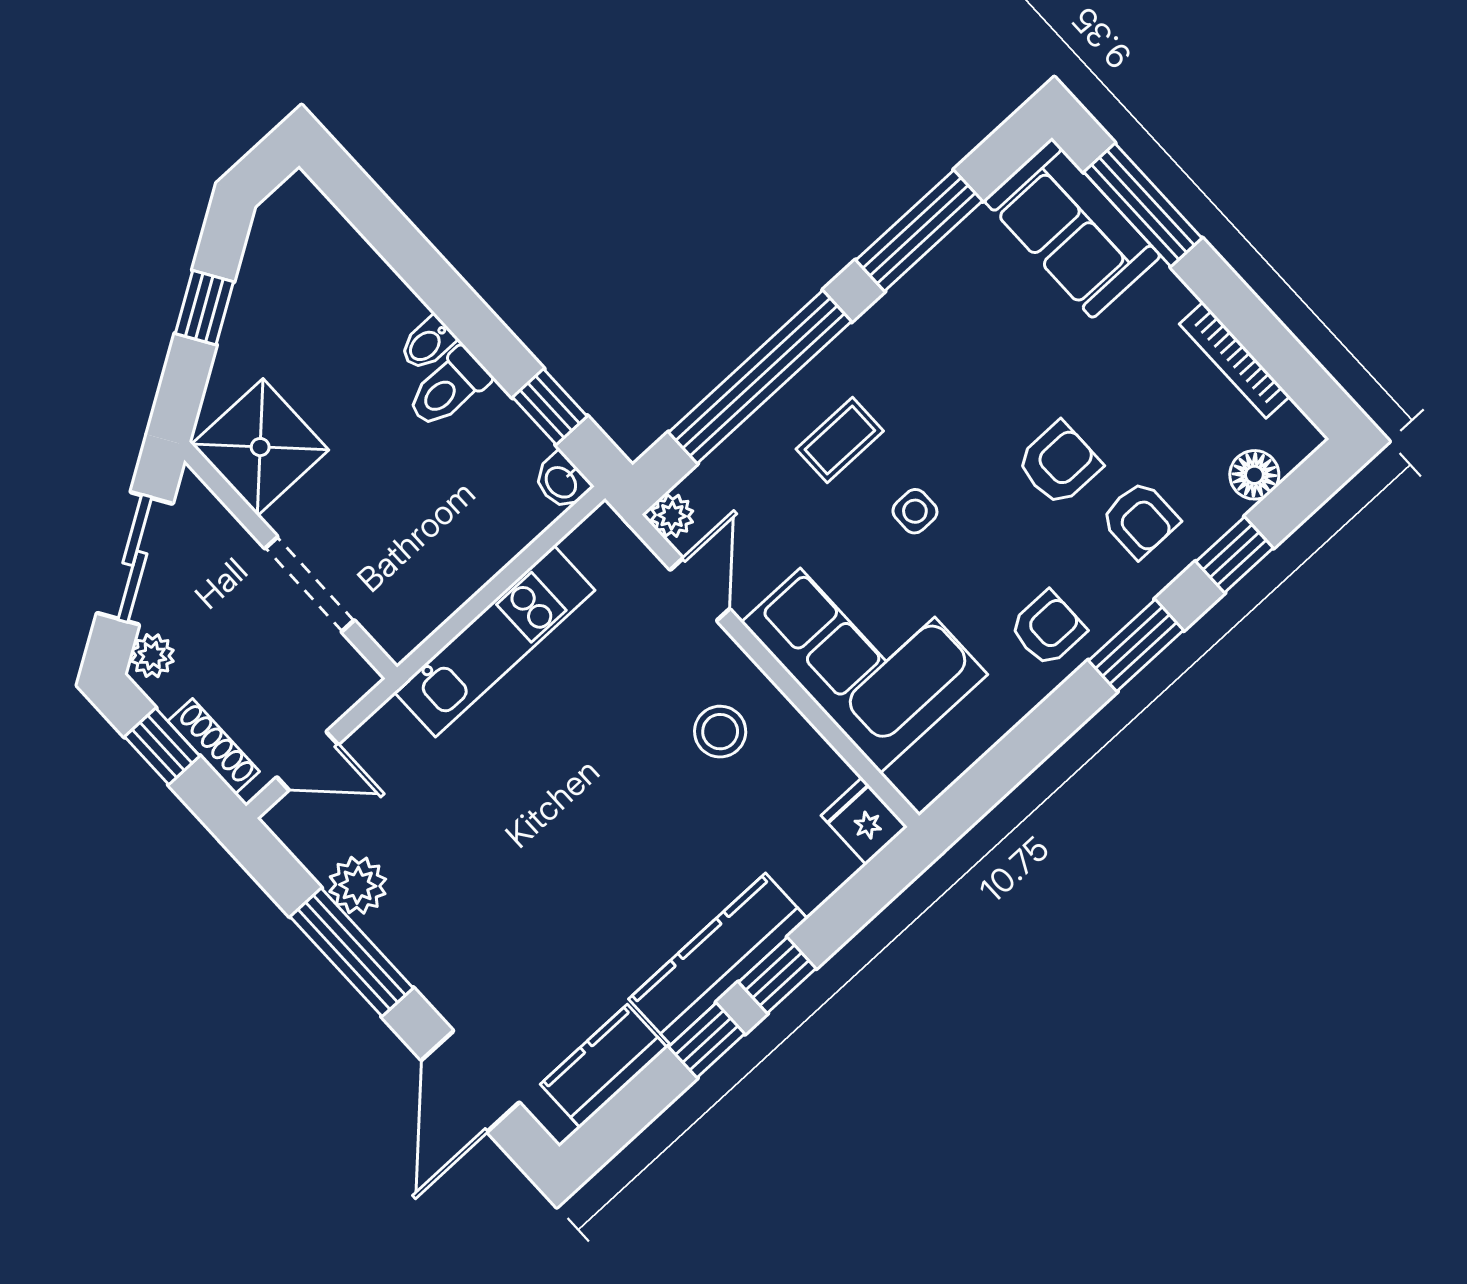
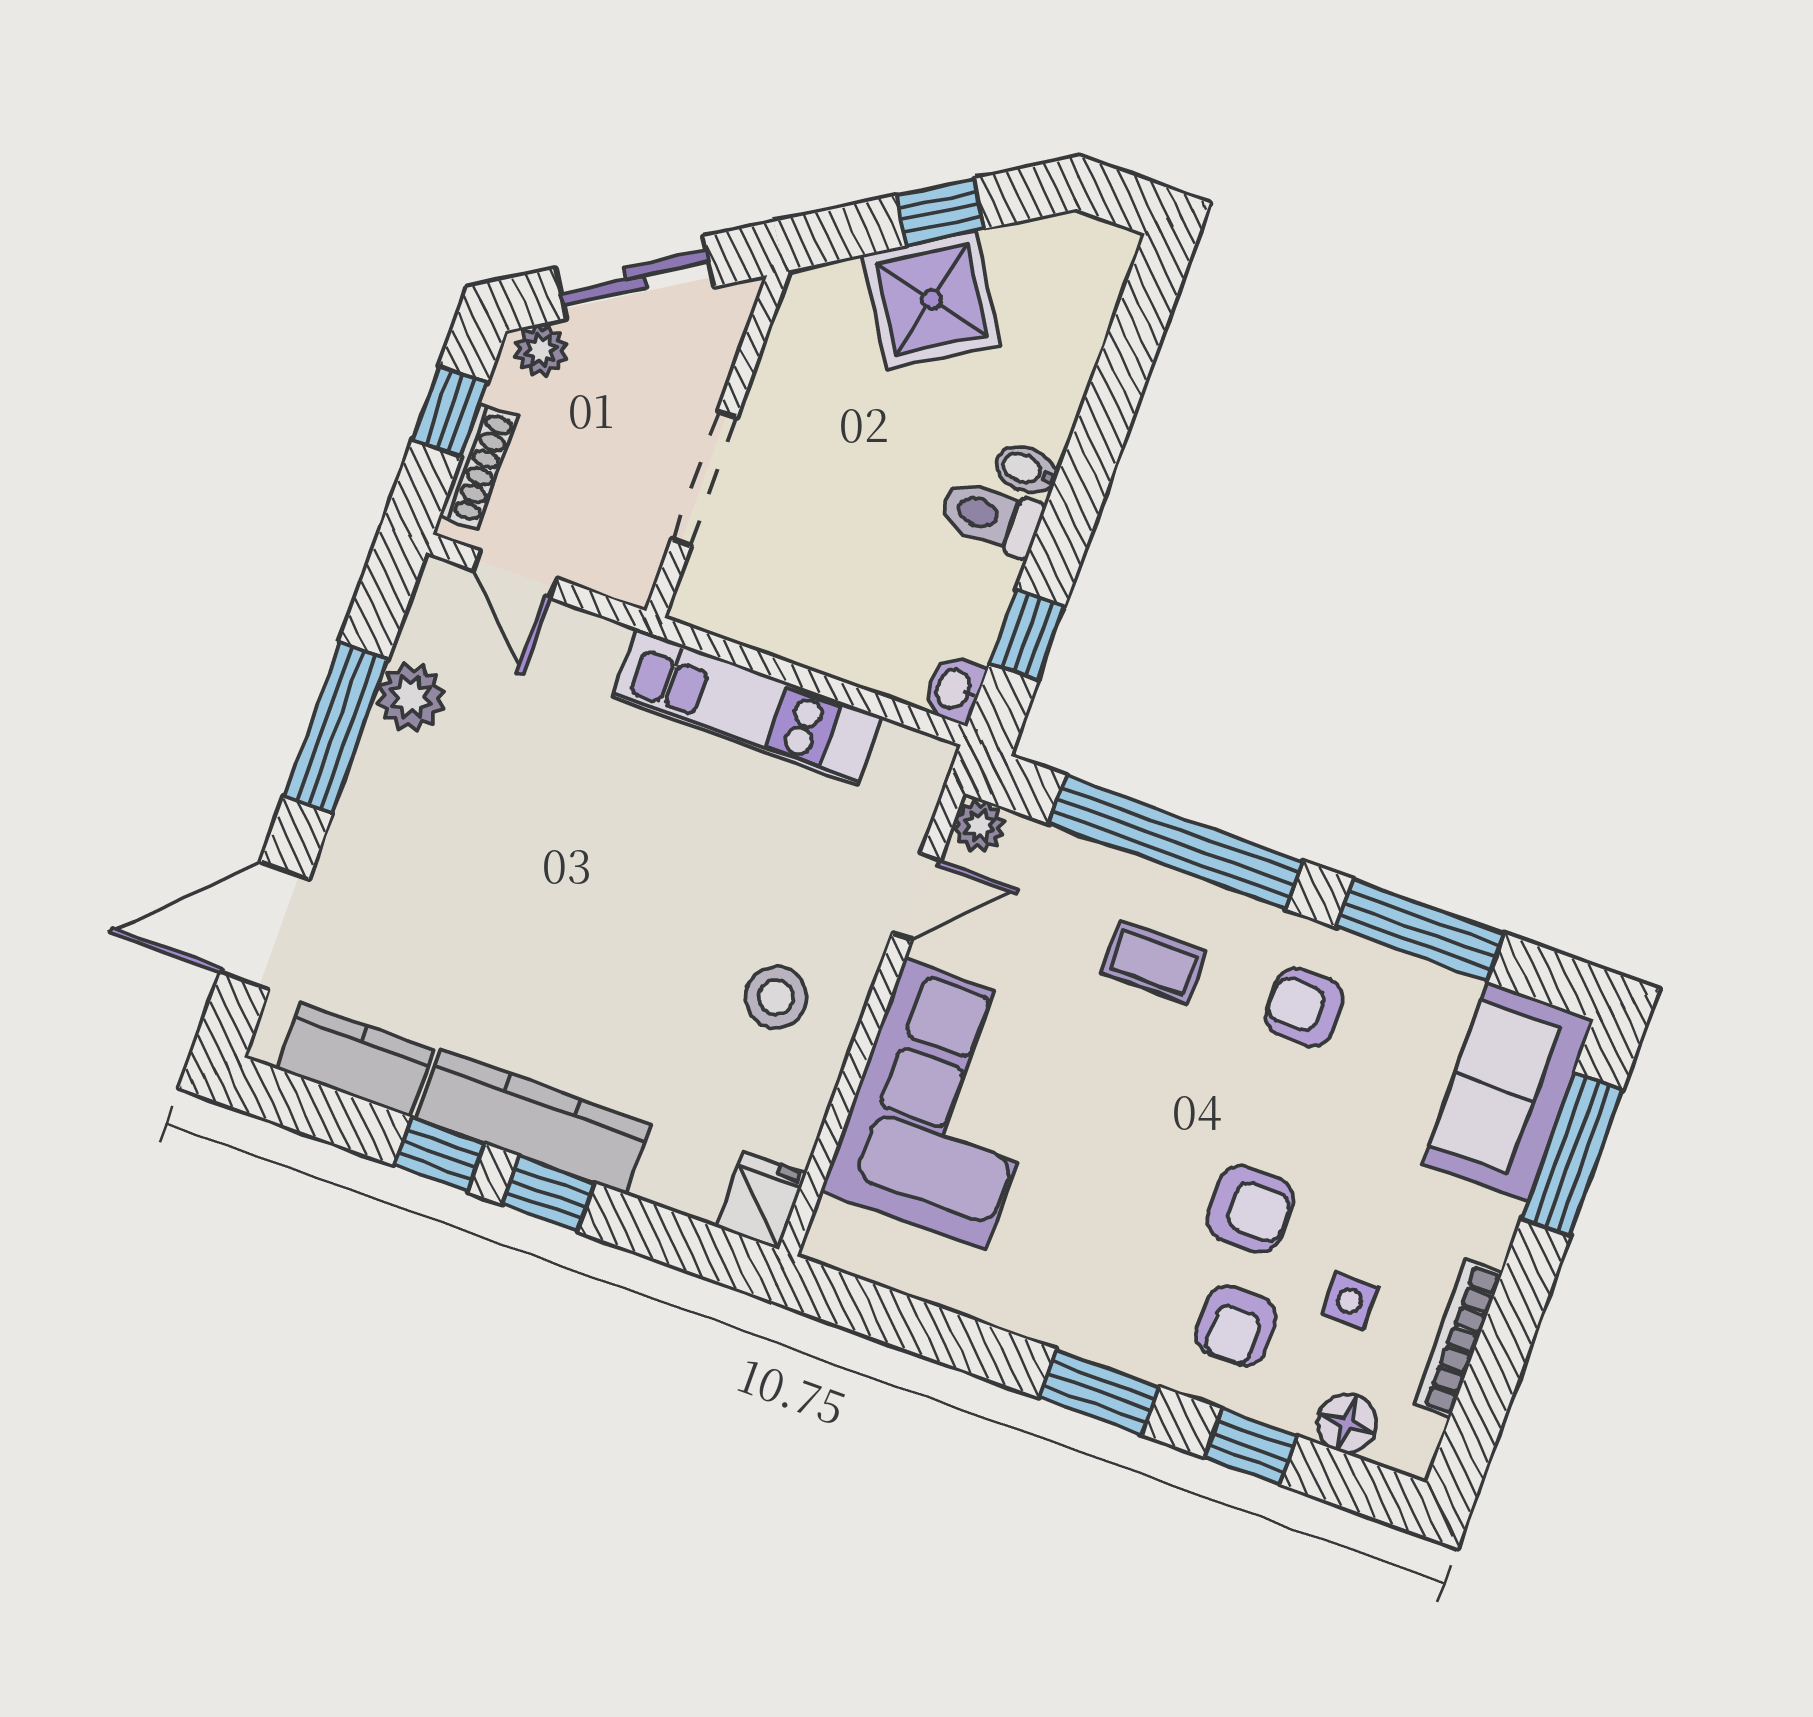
shower: (260, 447) -> (932, 300), moved, turned -32
side table: (915, 511) -> (1349, 1301), moved
armchair: (1048, 629) -> (1304, 1007), moved, turned 180

